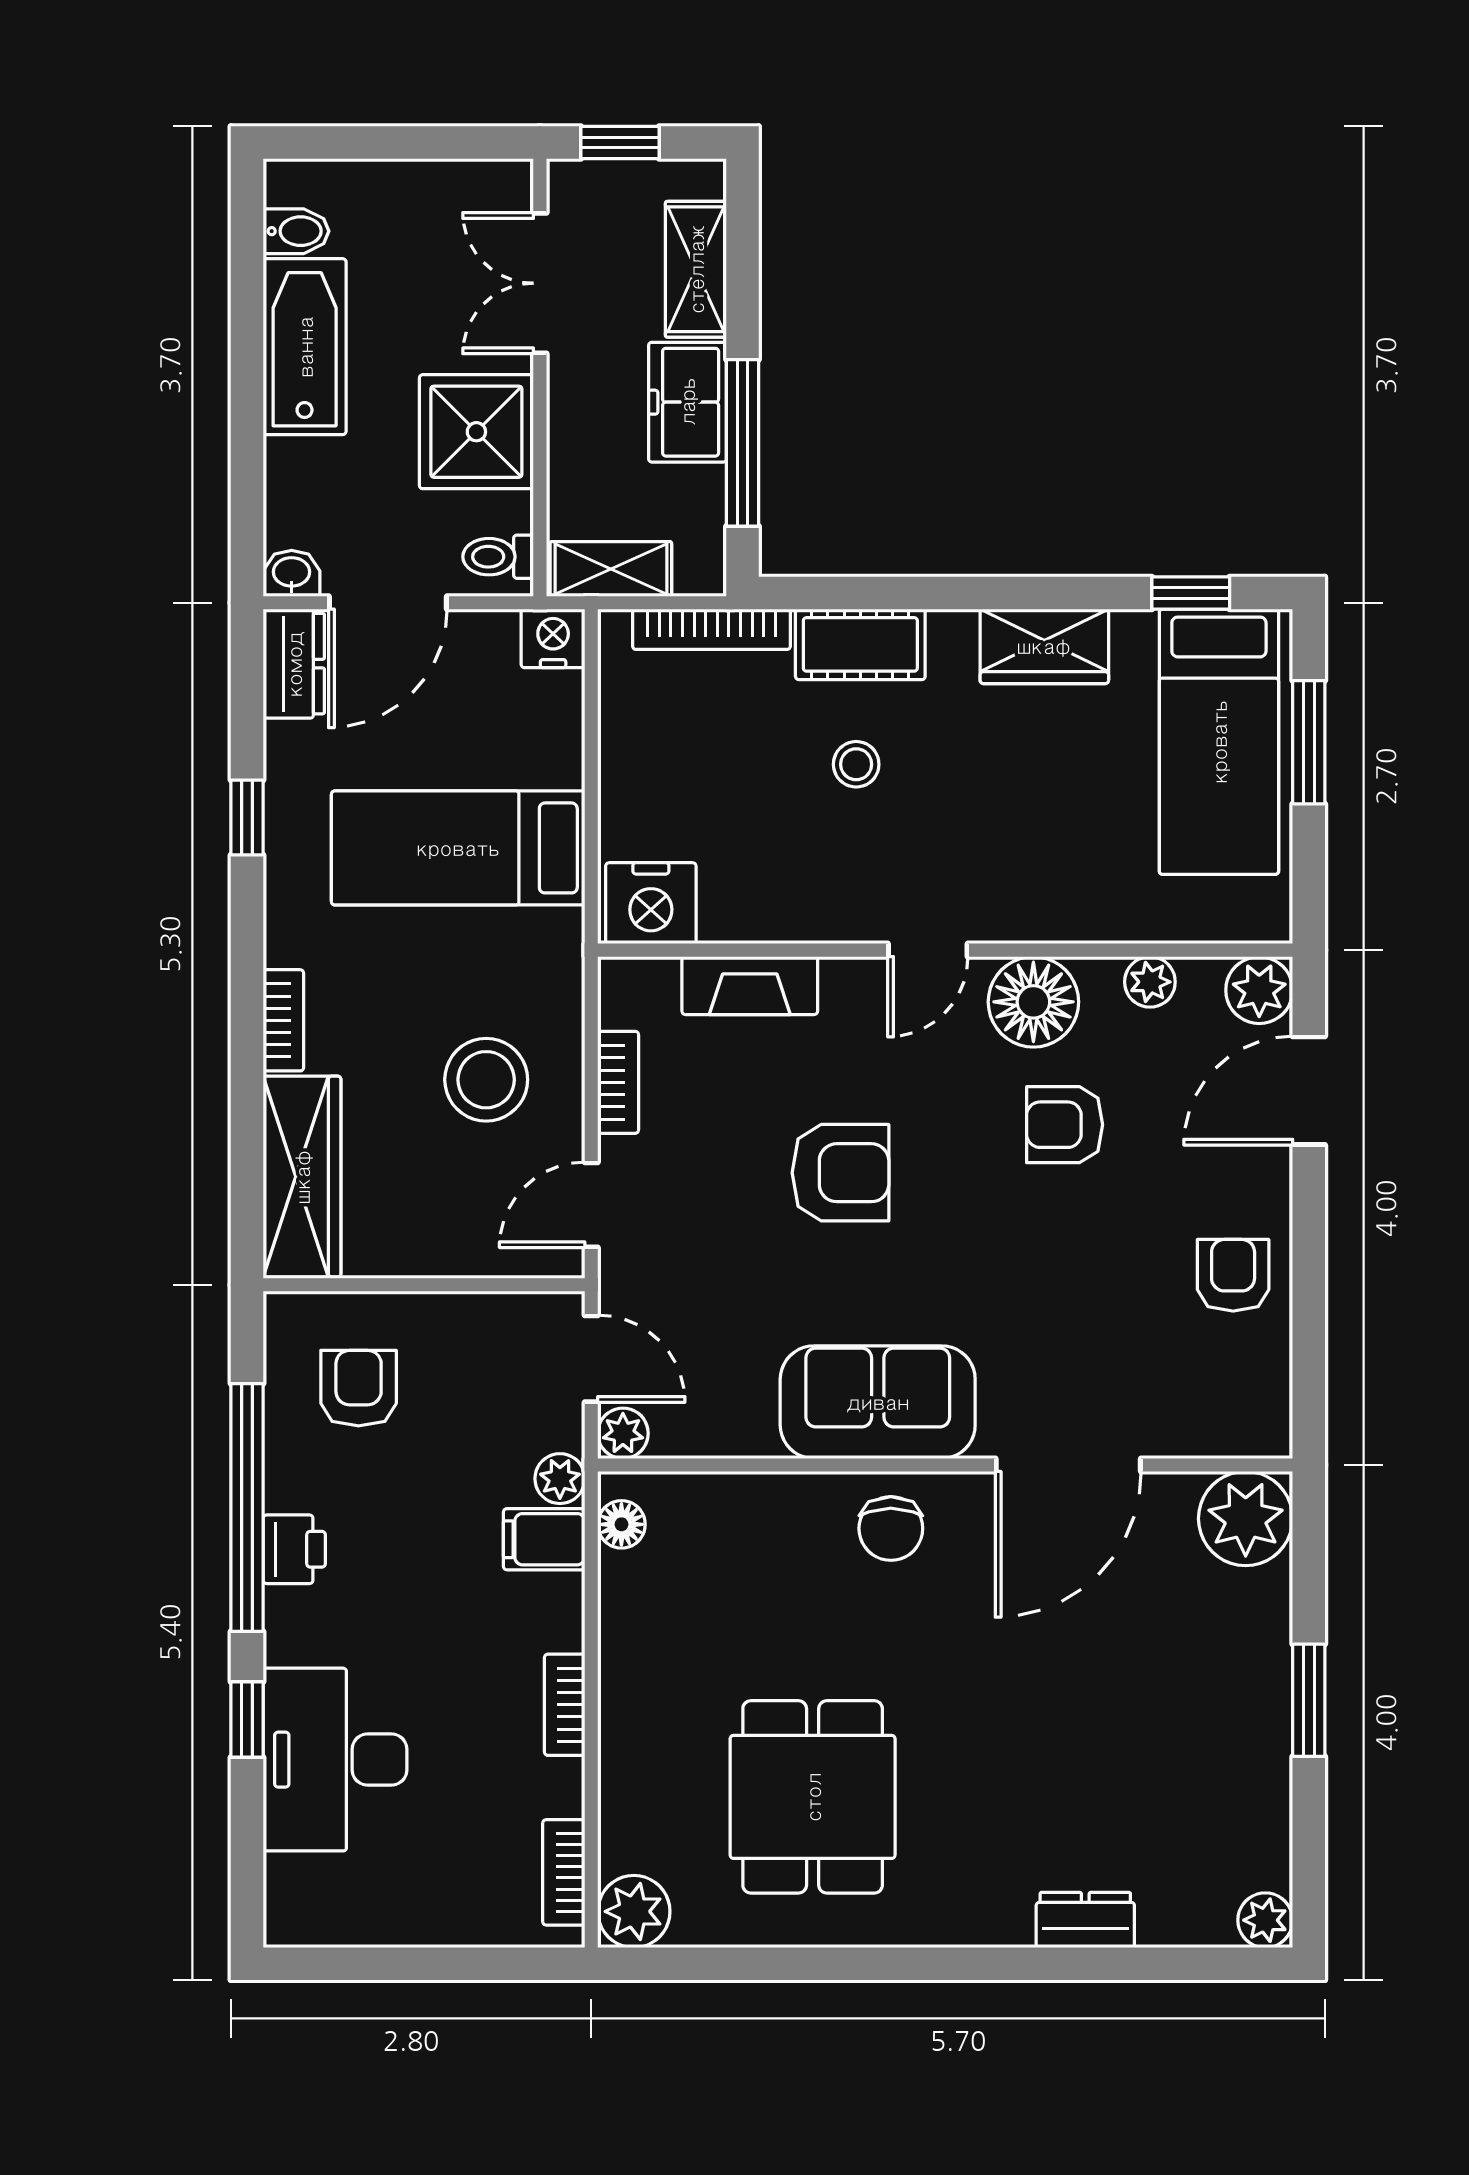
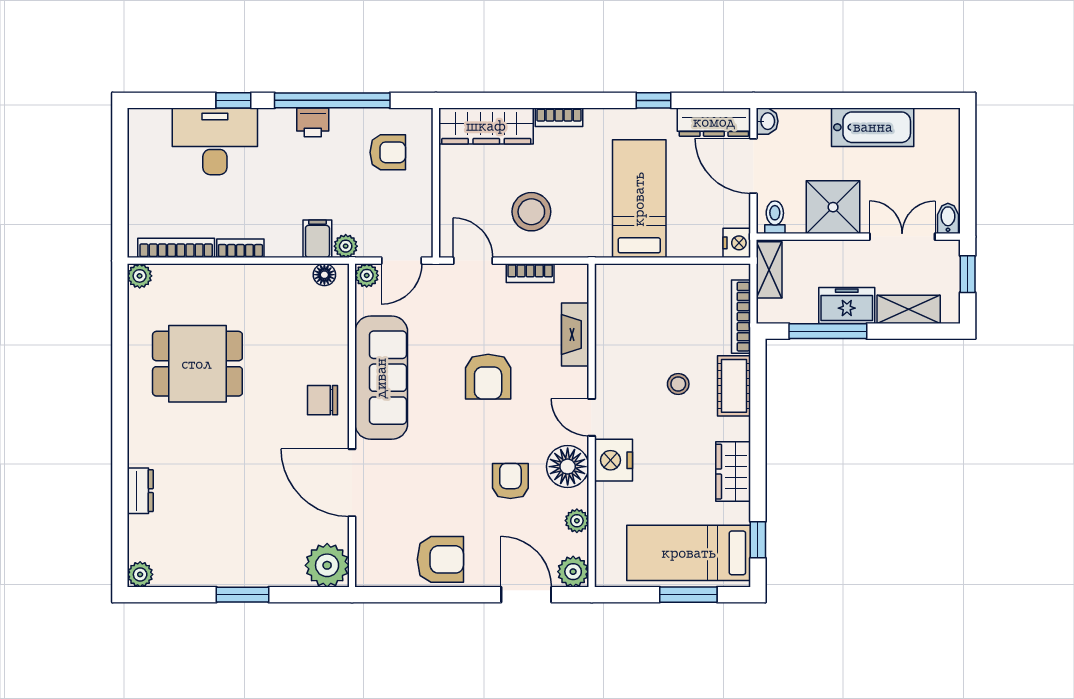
bidet: (296, 231) -> (948, 218), moved, turned 180
dresser: (294, 664) -> (714, 122), width x1.44
nightstand: (651, 903) -> (614, 460), moved
armchair: (1233, 1275) -> (440, 559), width x1.38, depth x1.38
sofa: (878, 1402) -> (381, 378), width x1.36
bookcase: (564, 1872) -> (176, 248), width x1.56
plant: (634, 1911) -> (140, 276), width x0.73, depth x0.73

